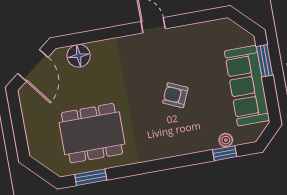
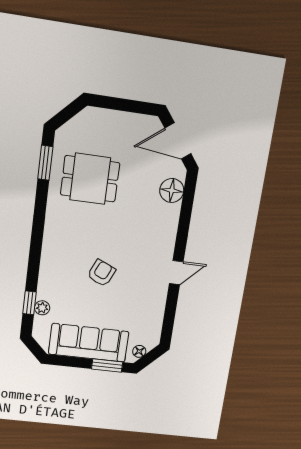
floor lamp: (241, 34) -> (139, 351), added
dining table: (92, 133) -> (90, 179), width x0.73

